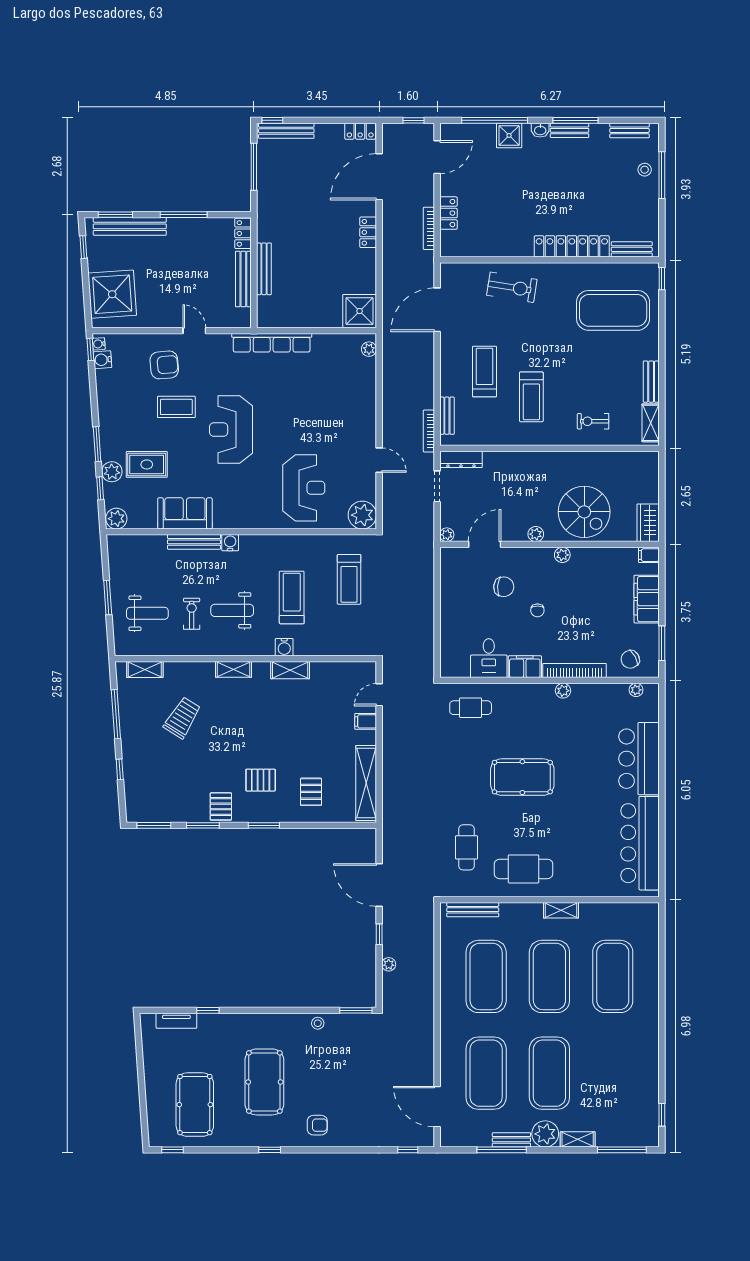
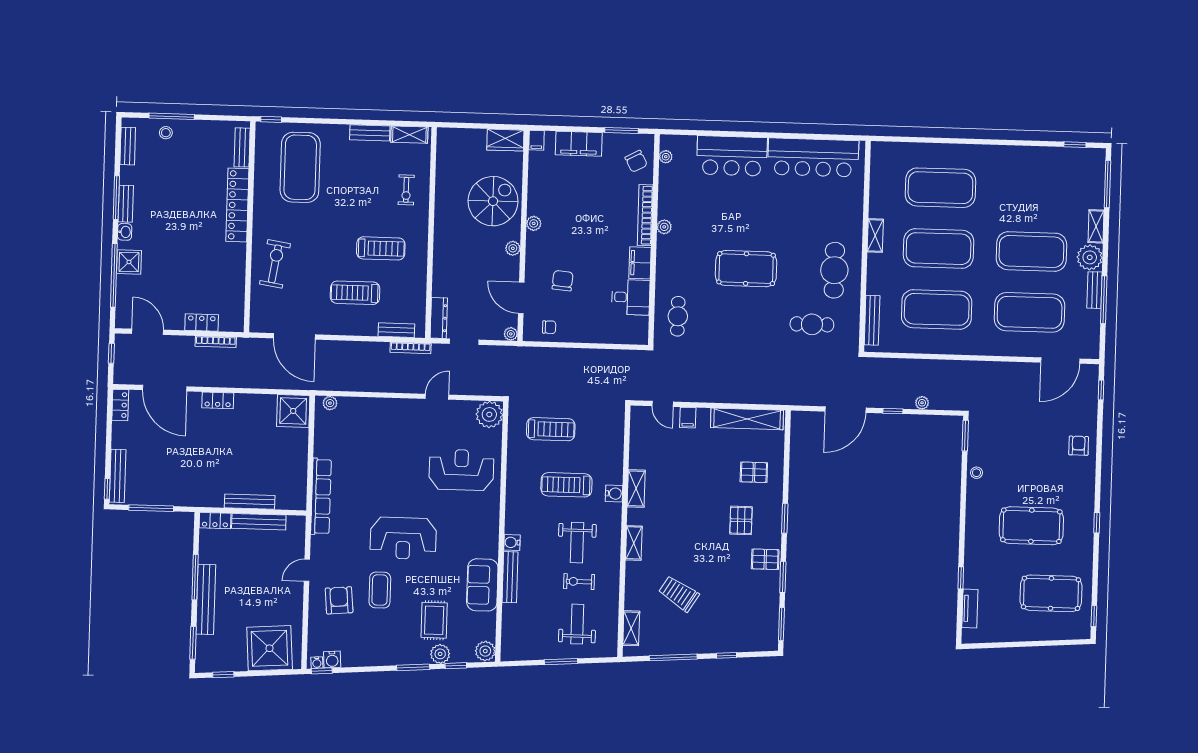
bench: (130, 226) -> (206, 599), moved
chair: (537, 610) -> (549, 327), moved
pool table: (522, 777) -> (746, 269), turned 90
armchair: (317, 1125) -> (1079, 446), moved

